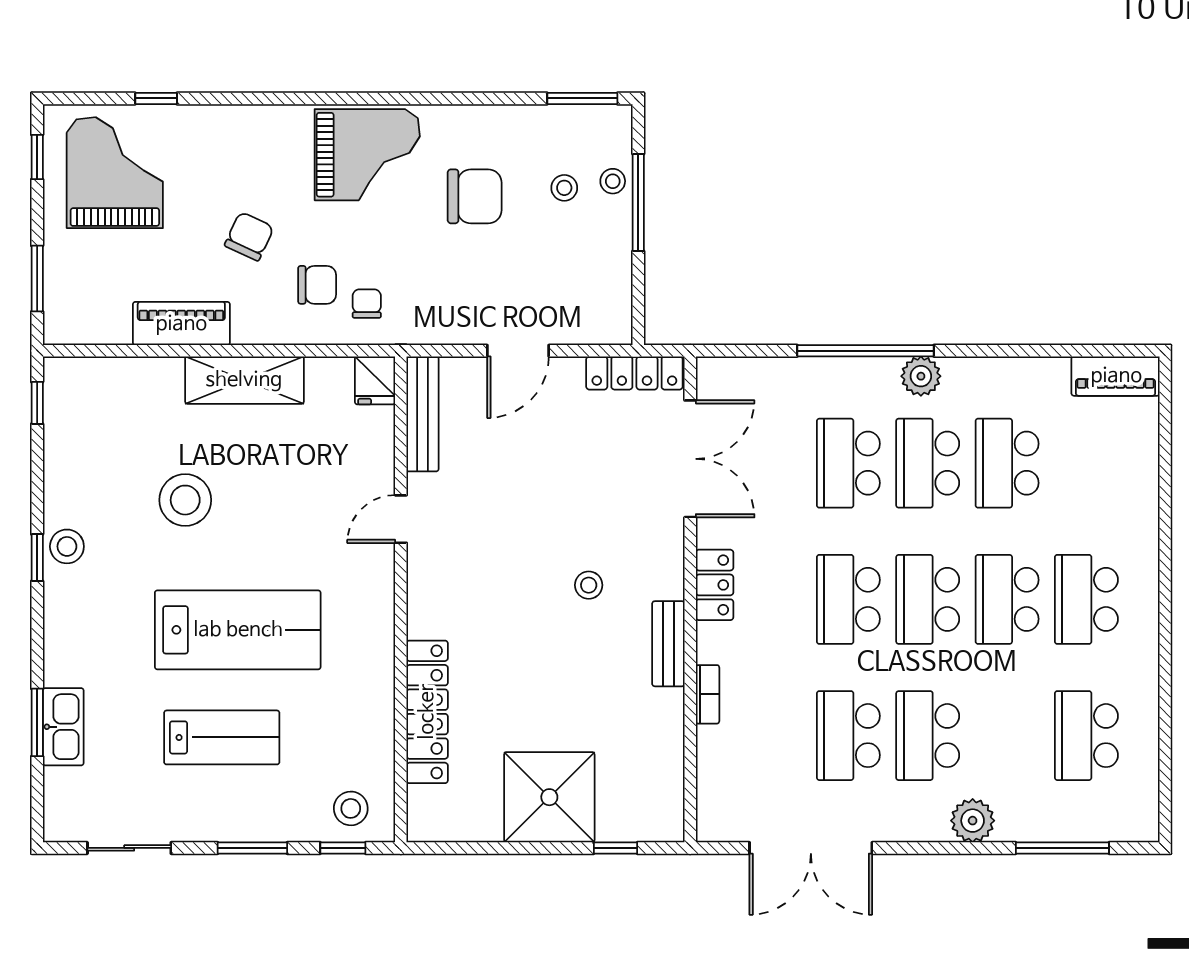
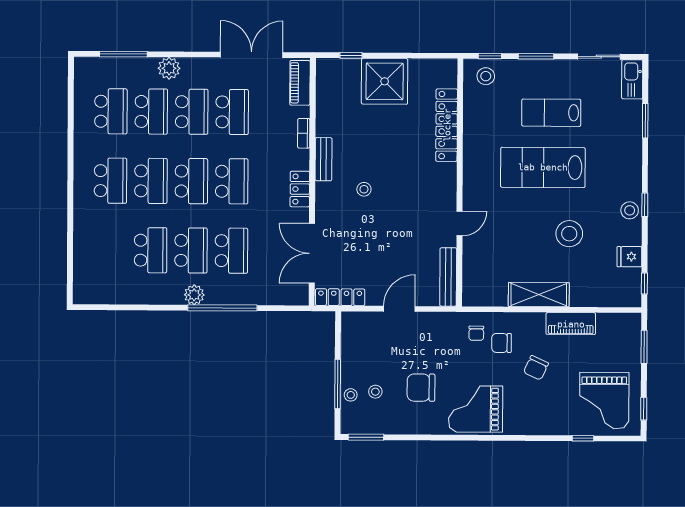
piano: (1116, 376) -> (300, 83), moved, turned -90
fridge: (375, 380) -> (629, 257), moved, turned -90
kitchen sink: (63, 727) -> (632, 79), moved
school desk: (1007, 736) -> (151, 112), added

